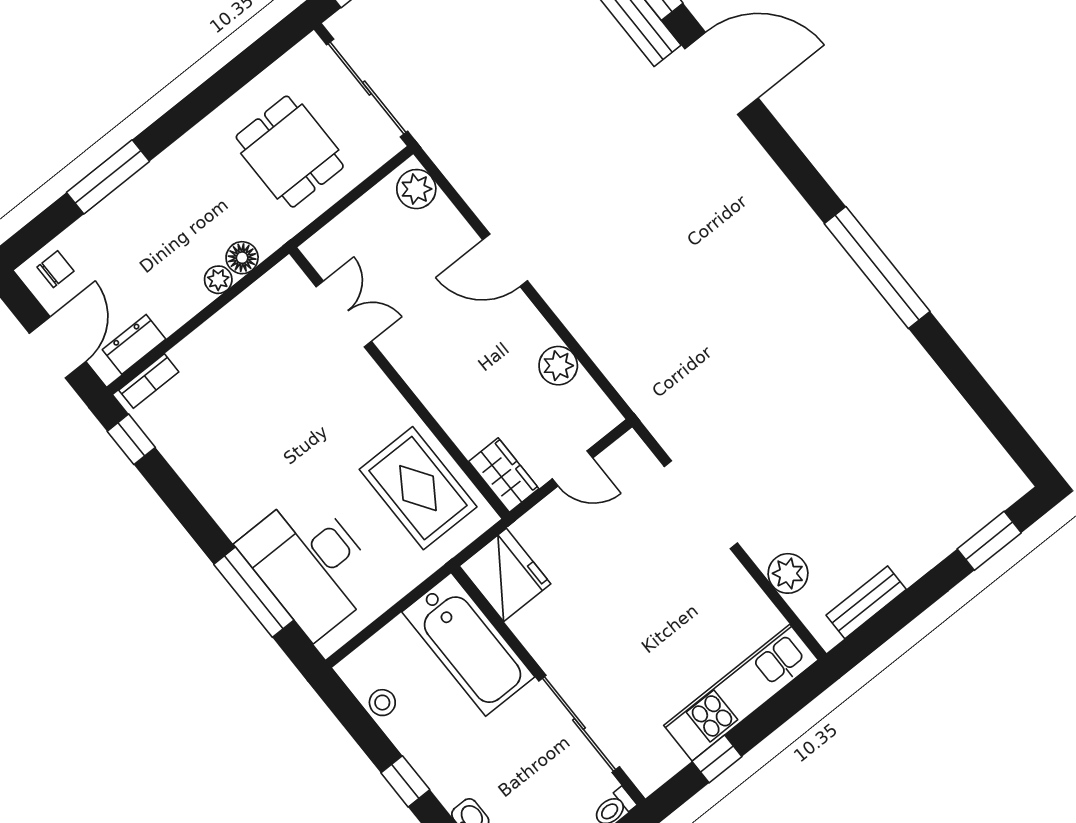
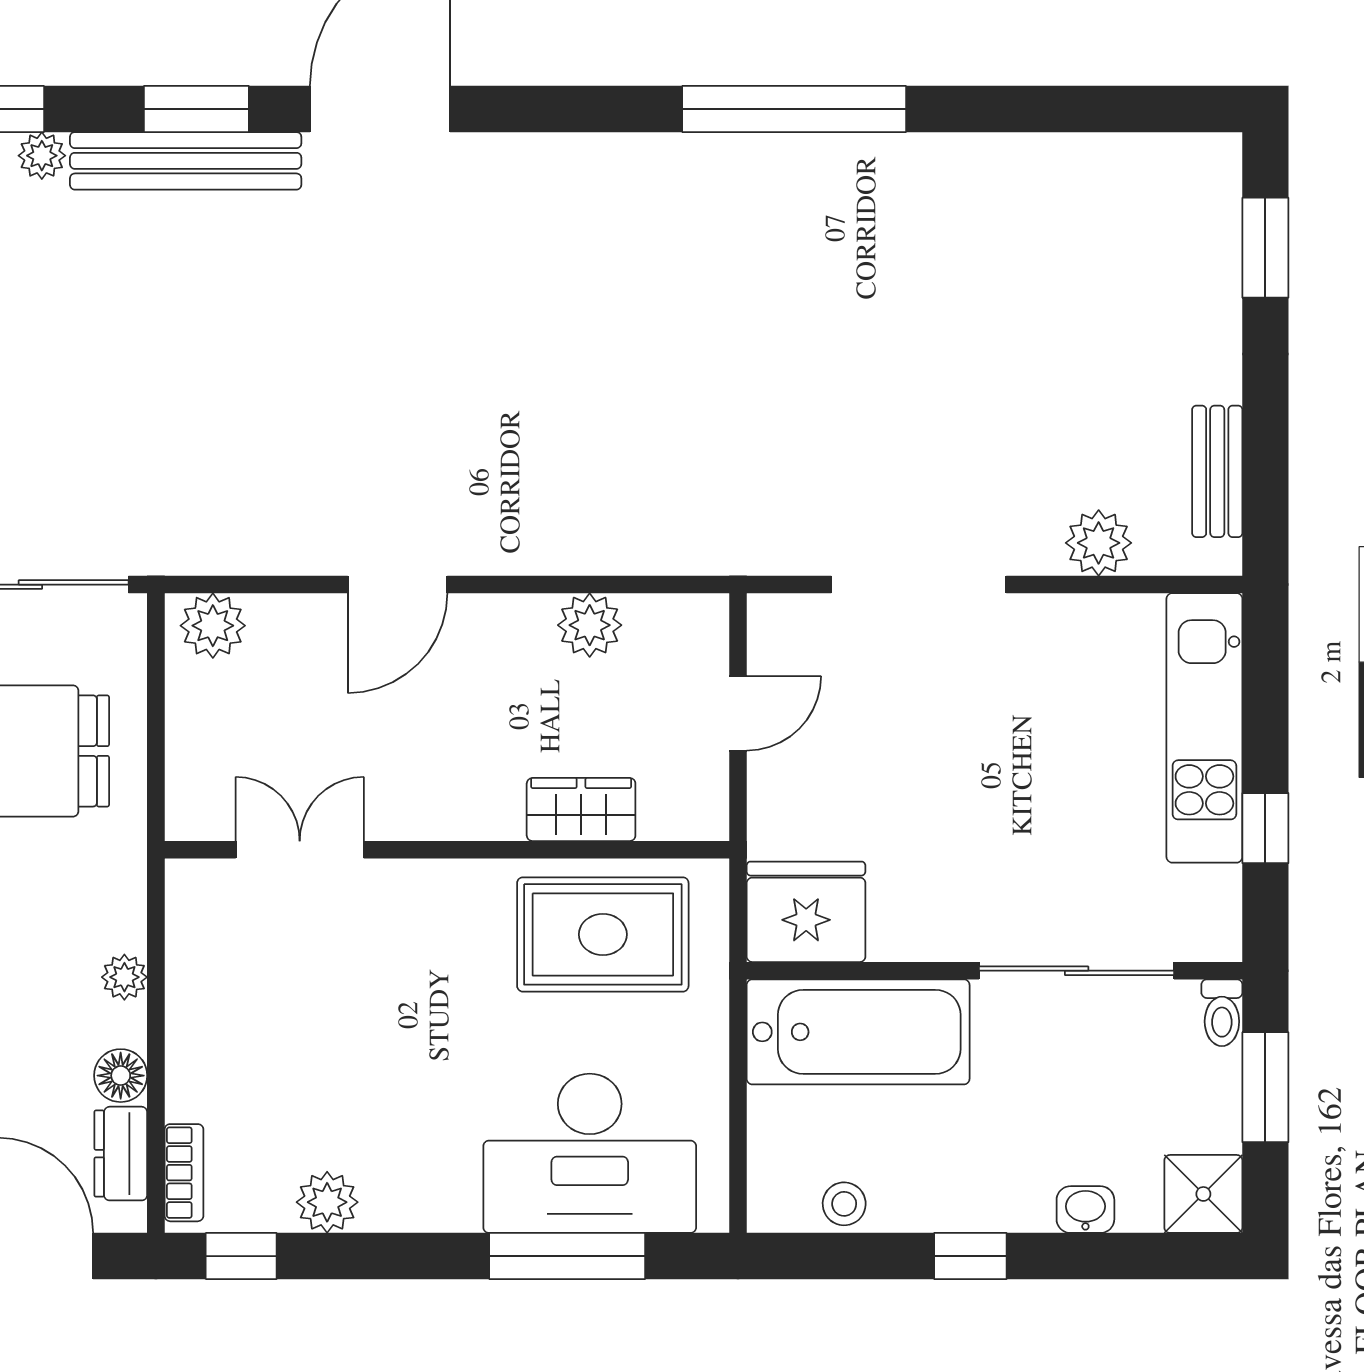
floor lamp: (242, 258) -> (121, 1076), moved
plant: (189, 459) -> (327, 1202), added
wardrobe: (504, 475) -> (581, 809), moved

